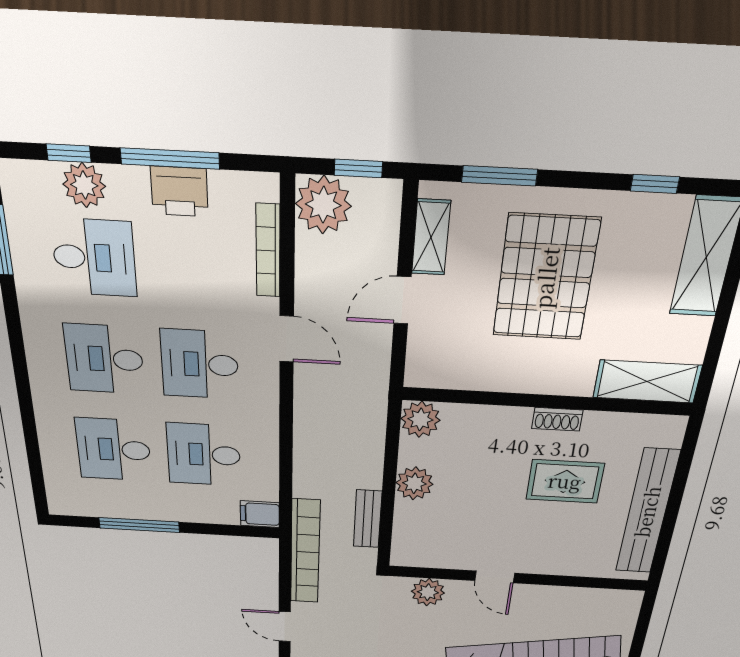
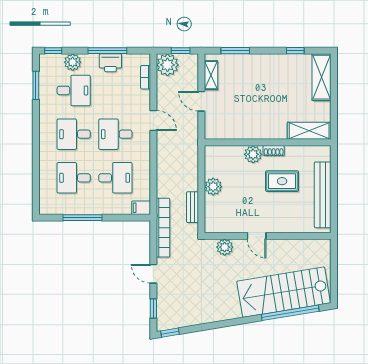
window: (69, 153) -> (53, 51), moved
bookcase: (268, 251) -> (145, 77), width x0.64
pallet: (546, 278) -> (259, 89), removed
door: (402, 300) -> (201, 101), hinge flipped
plant: (420, 419) -> (253, 154), moved
desk: (204, 455) -> (115, 178), turned 180

